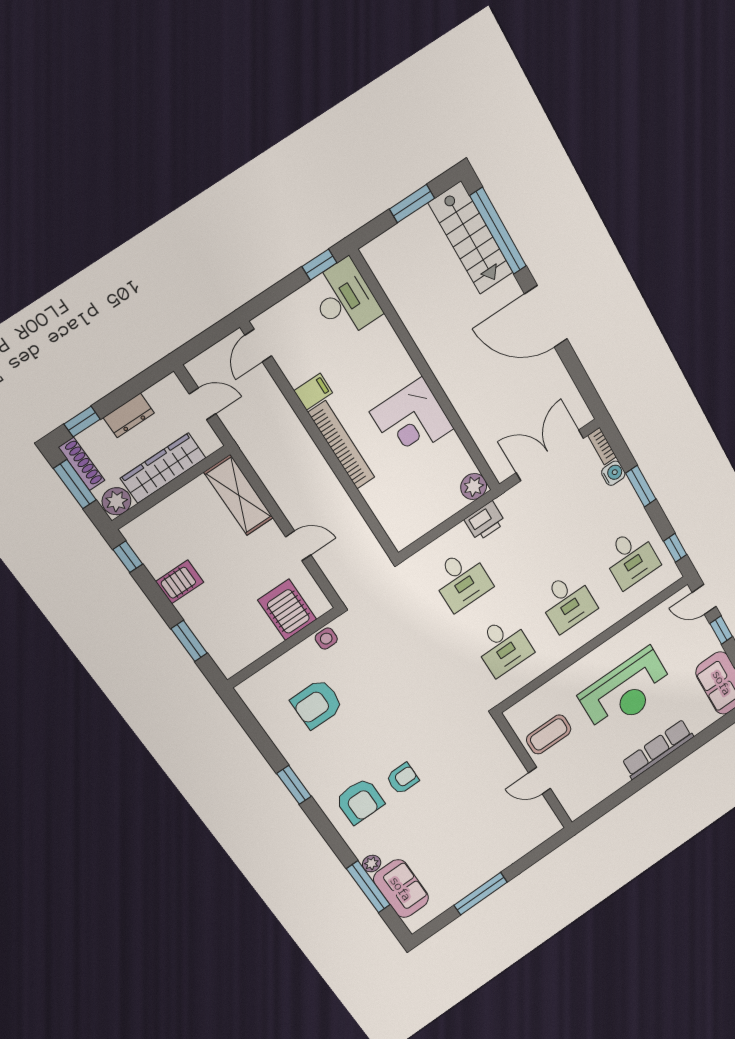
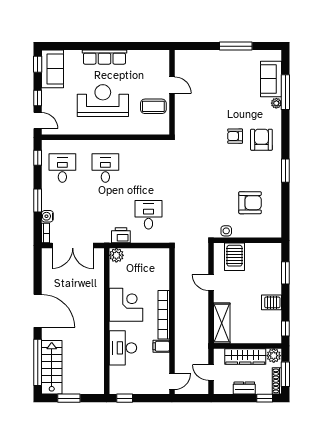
desk: (344, 299) -> (123, 348), moved
desk: (503, 646) -> (148, 168), removed

